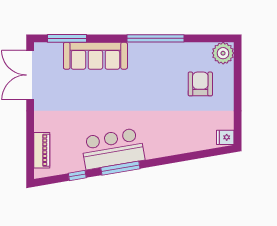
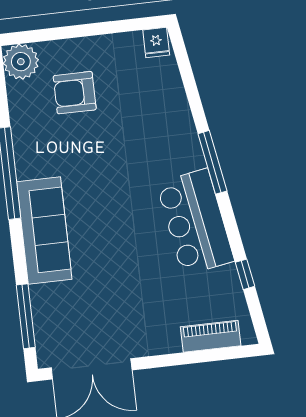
sofa: (95, 56) -> (44, 230), moved
window: (120, 168) -> (212, 162), moved

